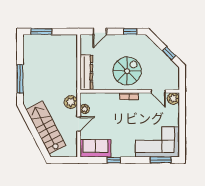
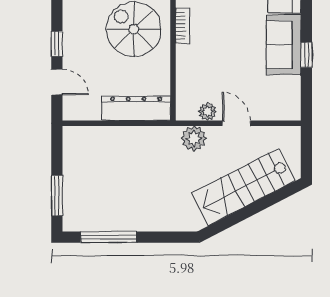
window: (130, 31) -> (57, 44), moved
window: (20, 79) -> (109, 237), moved
sofa: (95, 148) -> (284, 45), moved

